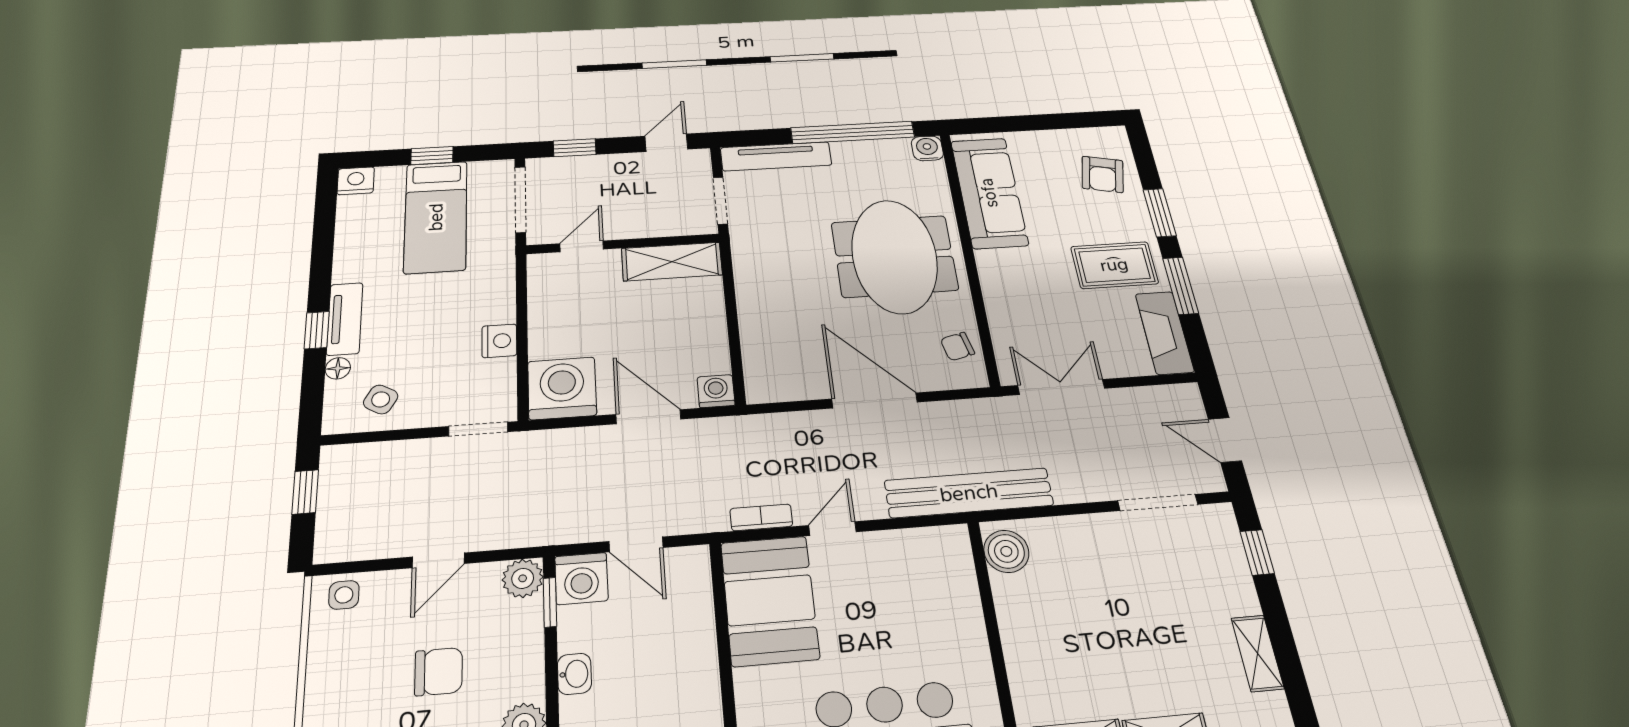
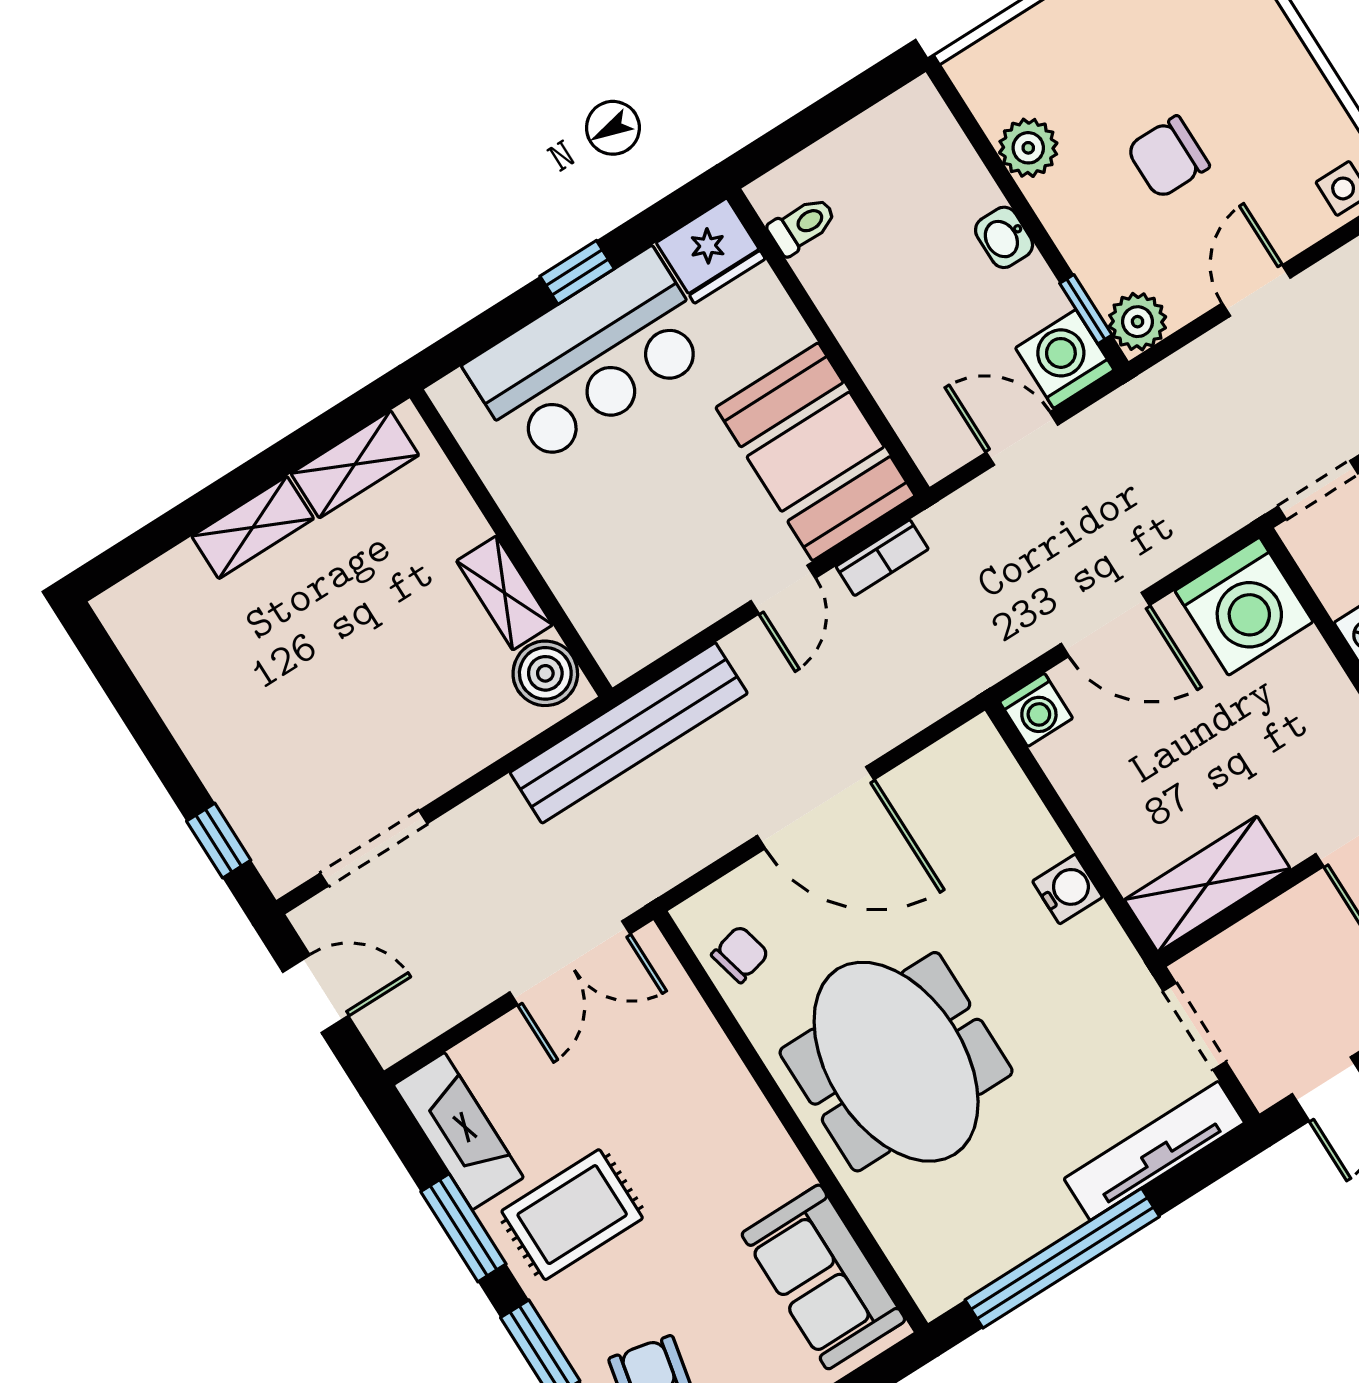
water cooler: (927, 148) -> (1067, 889), moved, turned -90
sofa: (989, 193) -> (823, 1277), width x0.73
shelving: (1257, 653) -> (505, 593), moved

